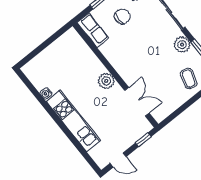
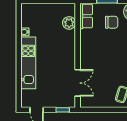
plant: (106, 81) -> (69, 23), moved

